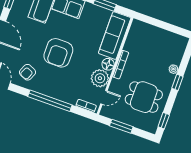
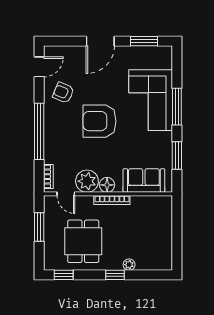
sofa: (115, 36) -> (144, 181), width x0.73

